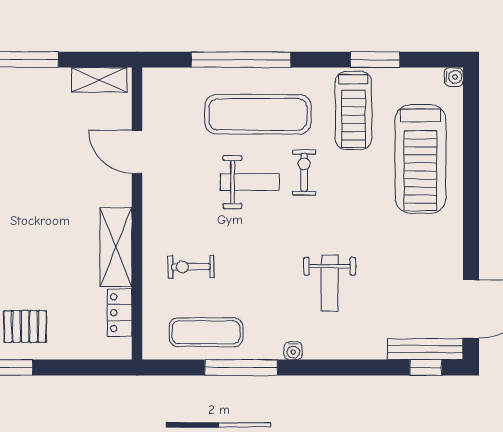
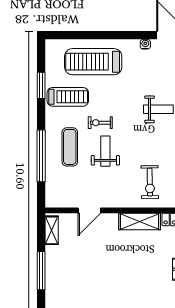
water cooler: (454, 77) -> (145, 44), moved
exercise mat: (258, 114) -> (70, 147), width x0.73, depth x0.69
treadmill: (420, 159) -> (93, 62), turned 180
exercise bike: (191, 267) -> (150, 182), width x1.38, depth x1.39

